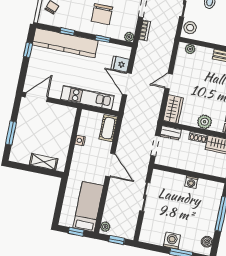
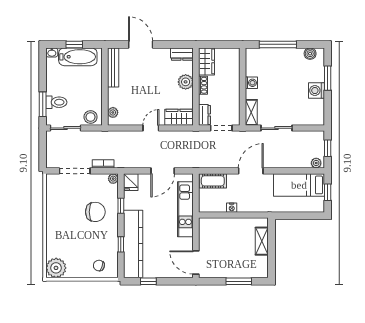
fridge: (120, 64) -> (131, 182), moved
door: (169, 81) -> (151, 128), swing flipped
shelving: (164, 176) -> (251, 112), added

